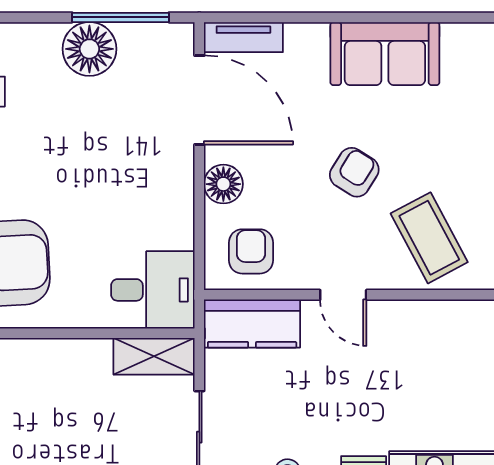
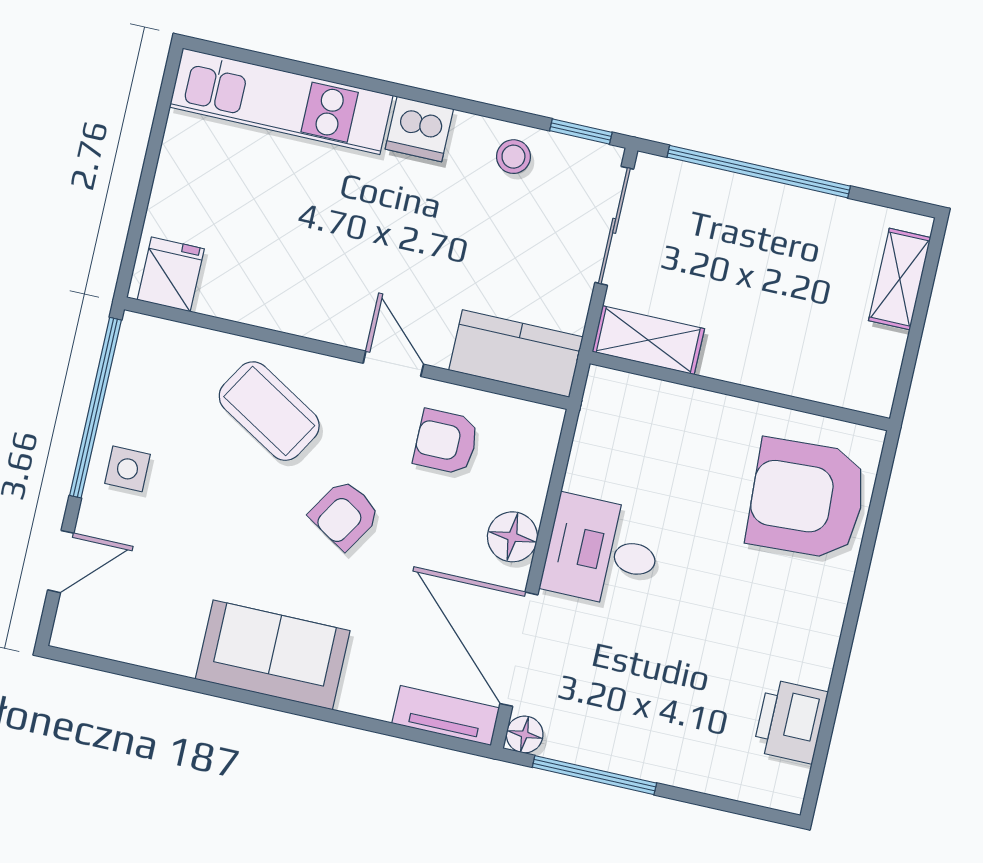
floor lamp: (89, 49) -> (525, 734), moved, width x0.53, depth x0.53
coffee table: (429, 238) -> (269, 411), turned -31
armchair: (251, 251) -> (446, 442), moved, turned 90
desk: (153, 290) -> (602, 552), moved

